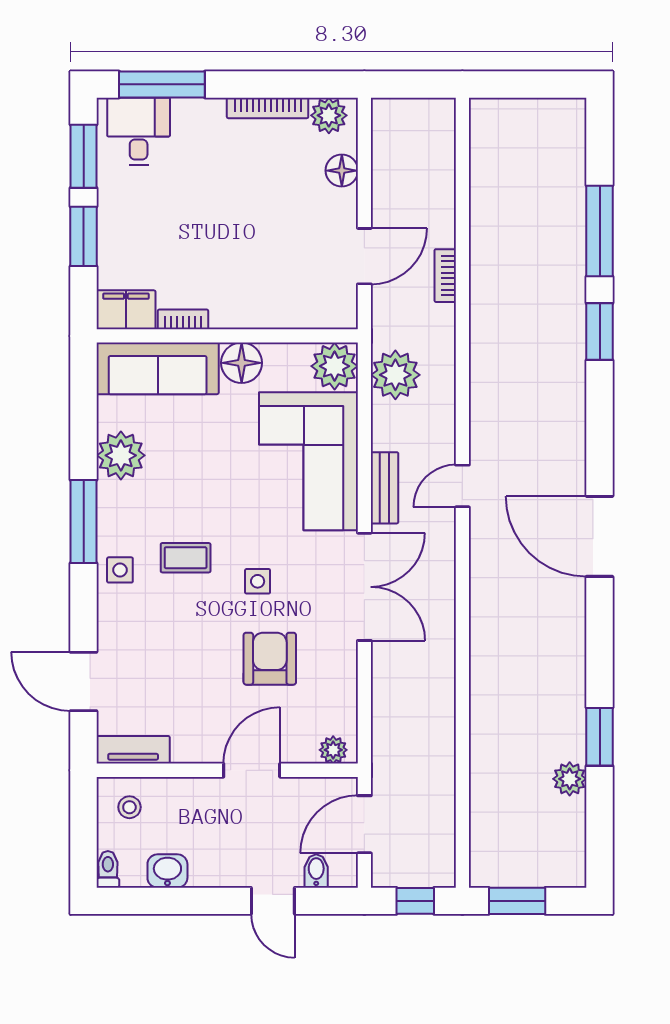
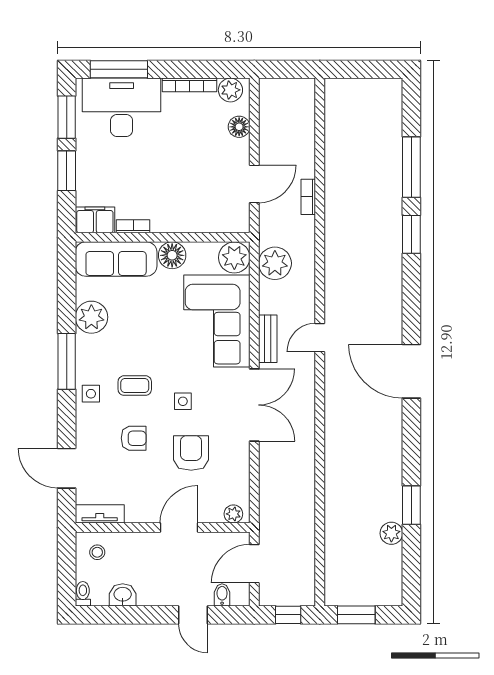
desk: (139, 131) -> (122, 107), width x1.87, depth x1.30
armchair: (184, 637) -> (134, 438), added

